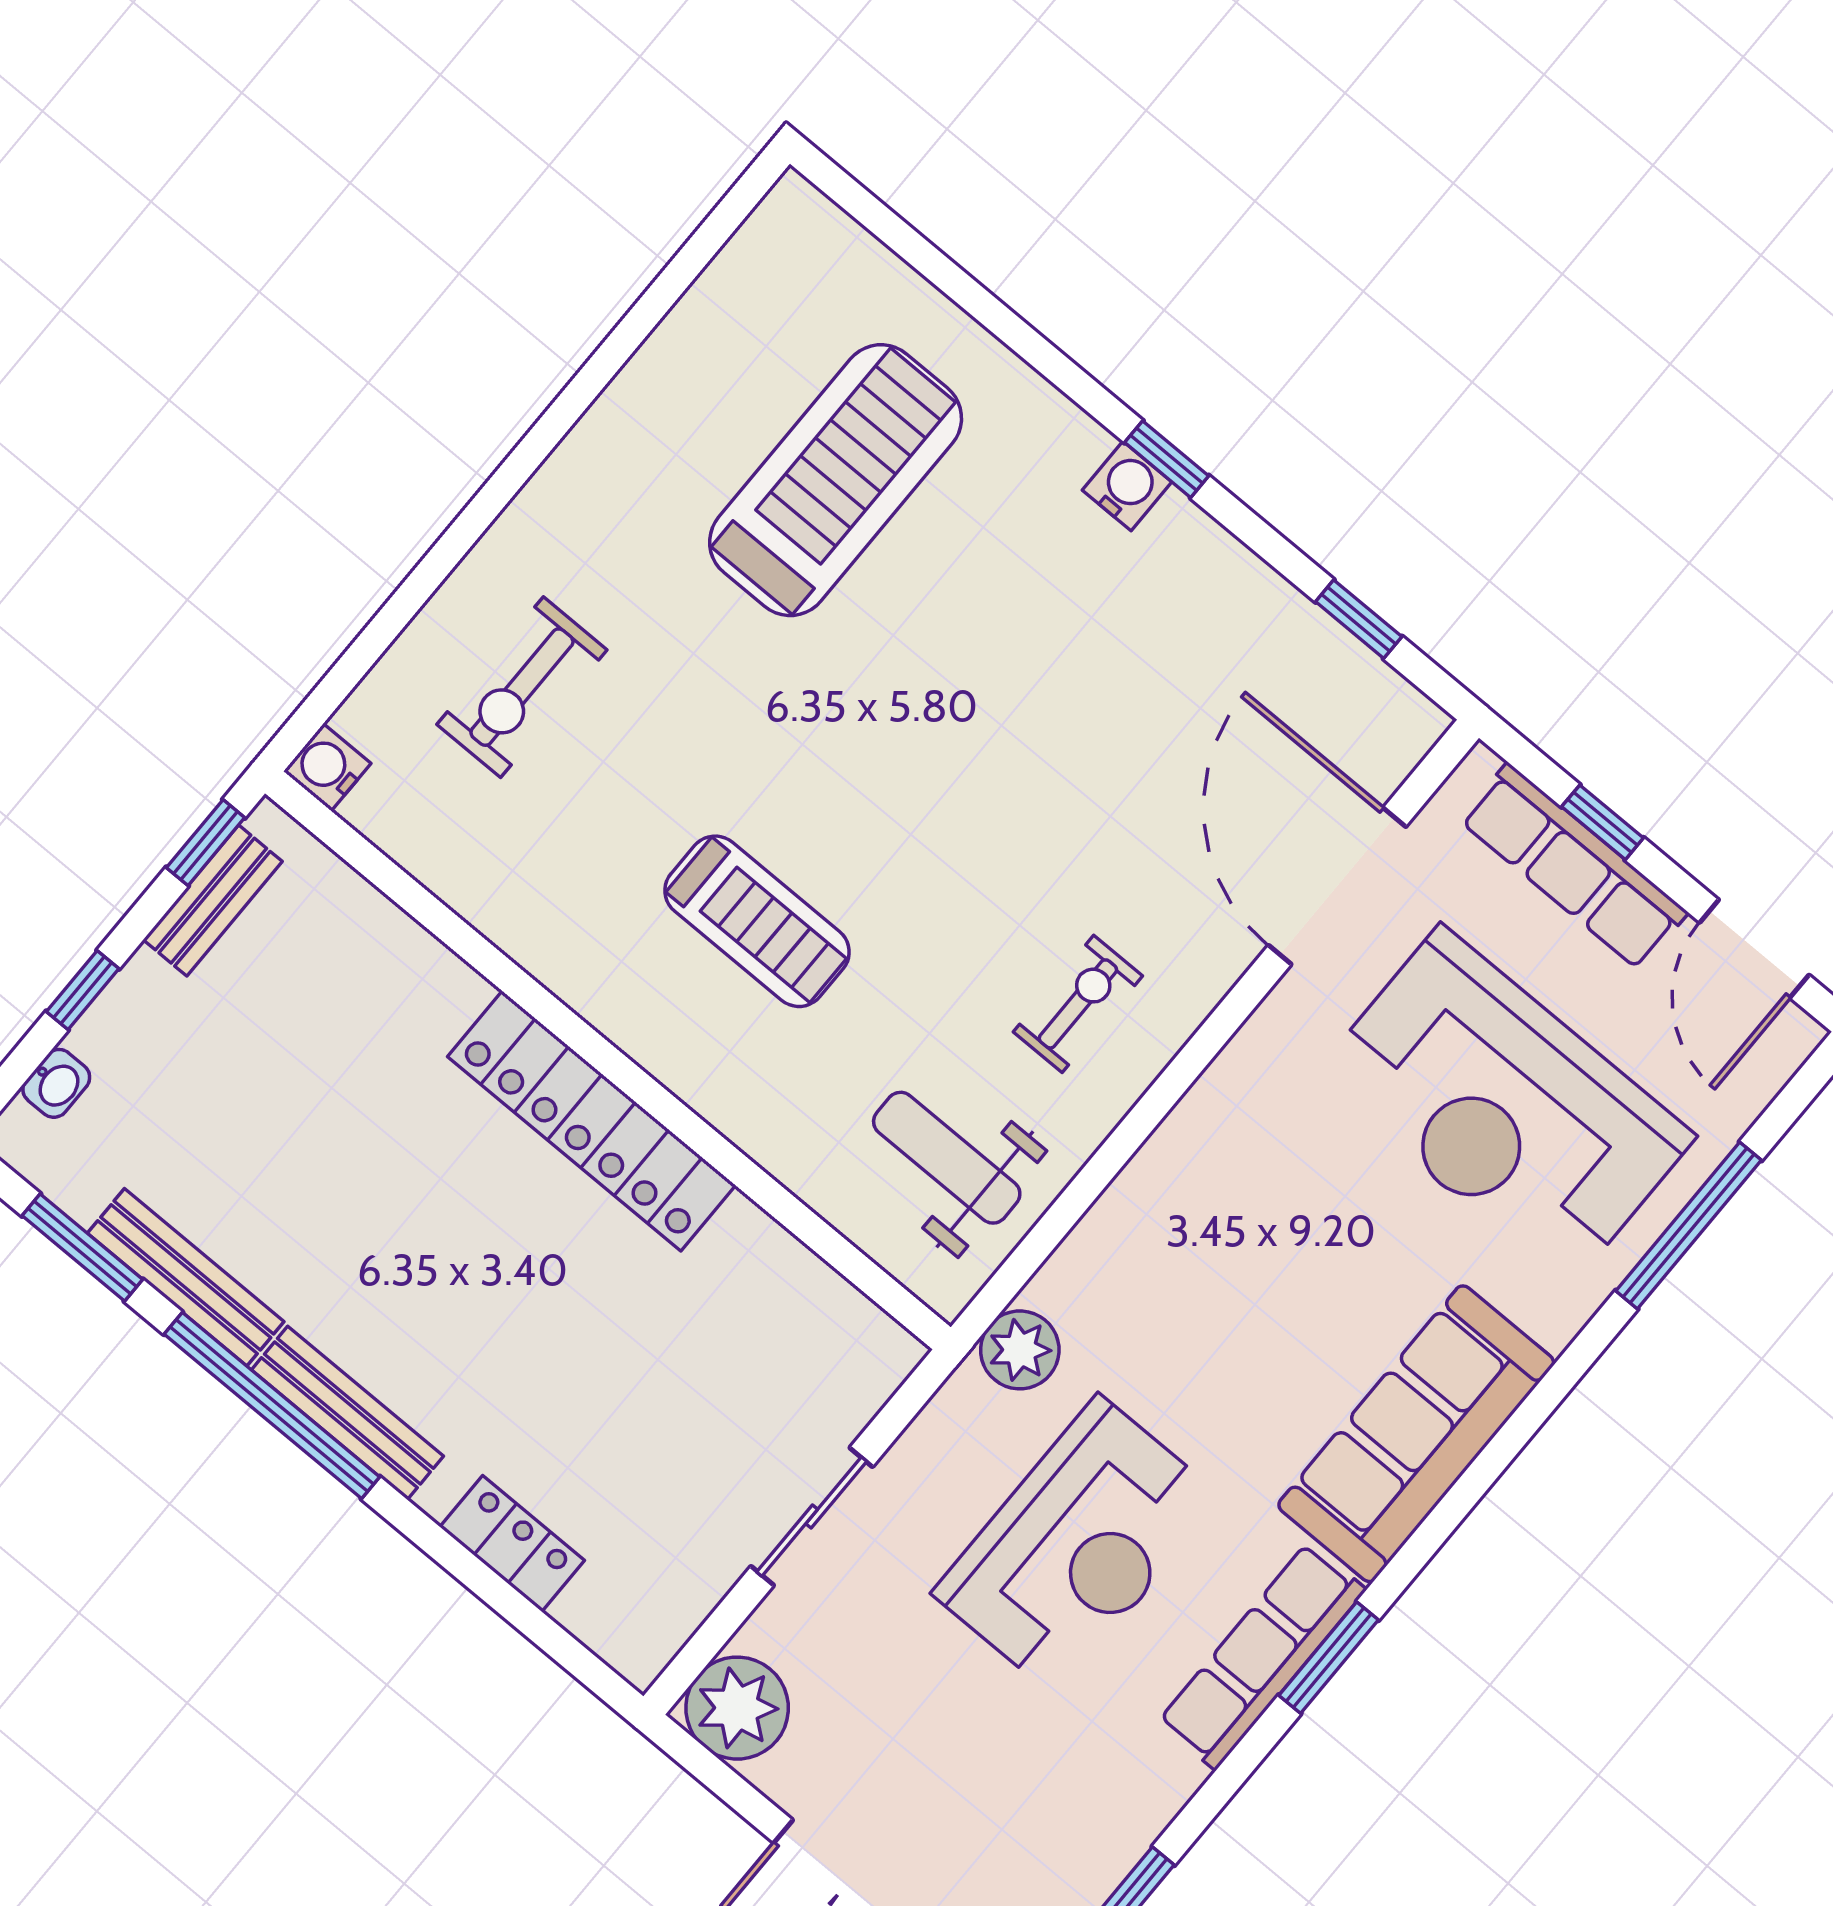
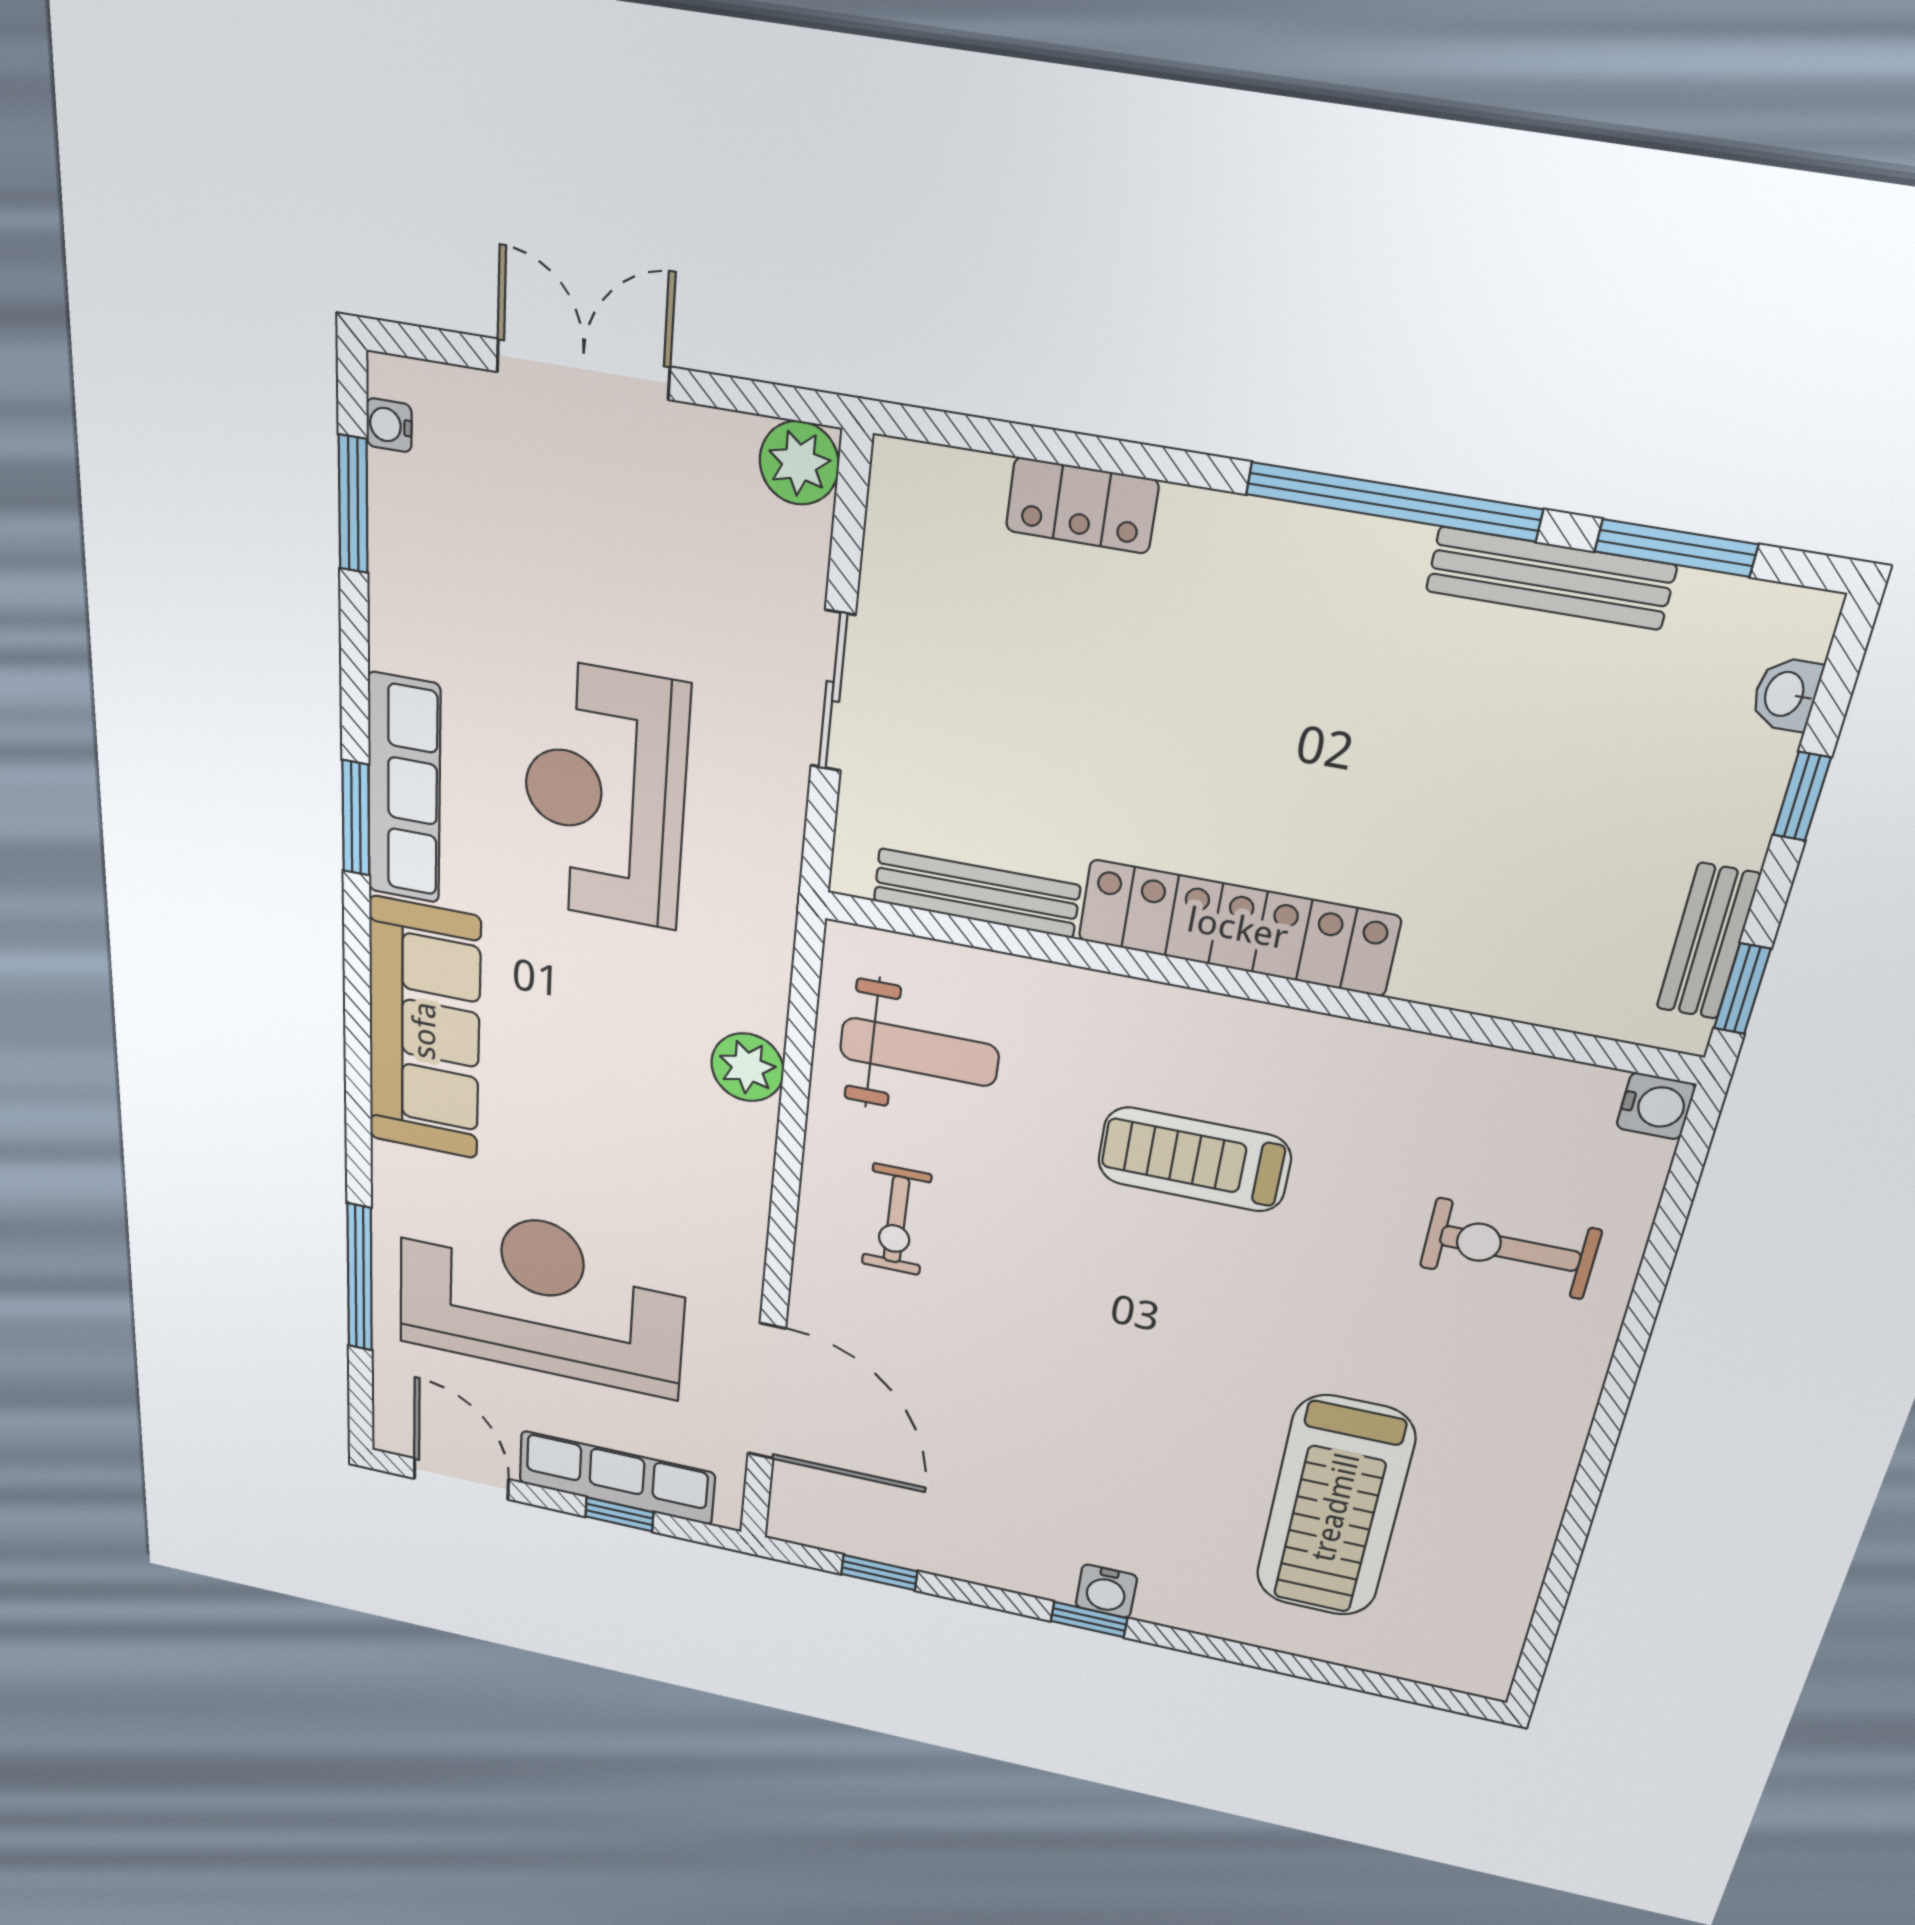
exercise bike: (522, 687) -> (1510, 1248), turned -90
plant: (1020, 1350) -> (747, 1067), moved
bench: (347, 1413) -> (976, 893), moved
plant: (737, 1708) -> (799, 463), width x0.73, depth x0.73

